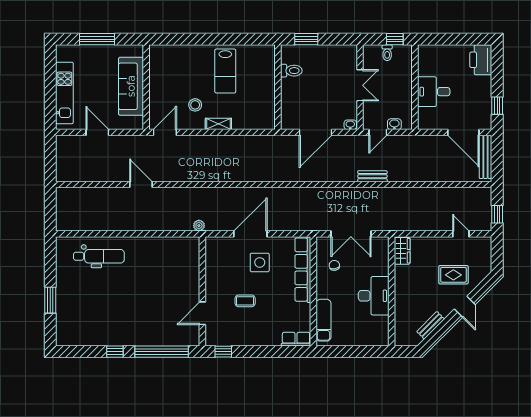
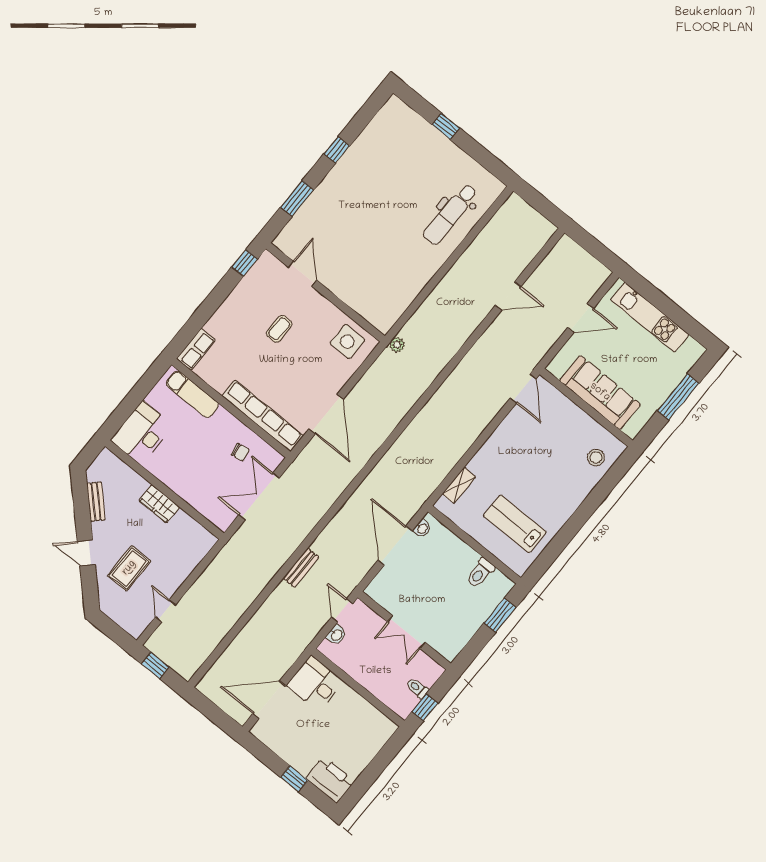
lab bench: (225, 71) -> (515, 524), moved
desk: (434, 92) -> (315, 684), moved, turned -90
stool: (195, 105) -> (596, 458), moved
window: (497, 106) -> (294, 779), moved
shelving: (218, 124) -> (459, 485), moved
washbasin: (350, 125) -> (422, 529), moved
bench: (485, 157) -> (225, 702), removed
door: (141, 185) -> (508, 296), moved
door: (250, 234) -> (326, 414), moved
door: (461, 234) -> (166, 611), swing flipped
wardrobe: (402, 251) -> (159, 504), moved
side table: (260, 262) -> (347, 342), moved
desk: (374, 296) -> (142, 433), moved, turned 90
window: (50, 300) -> (446, 126), width x0.67
window: (162, 352) -> (297, 199), width x0.47

